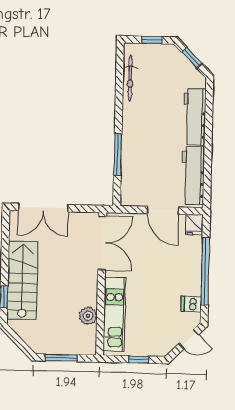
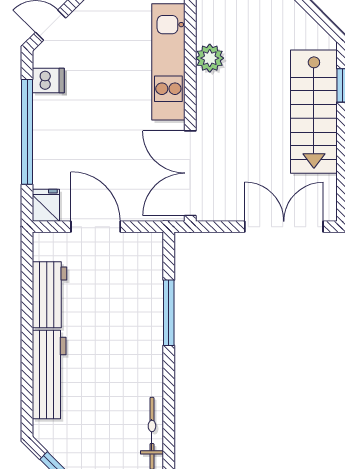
workbench: (193, 176) -> (50, 295), width x0.73

